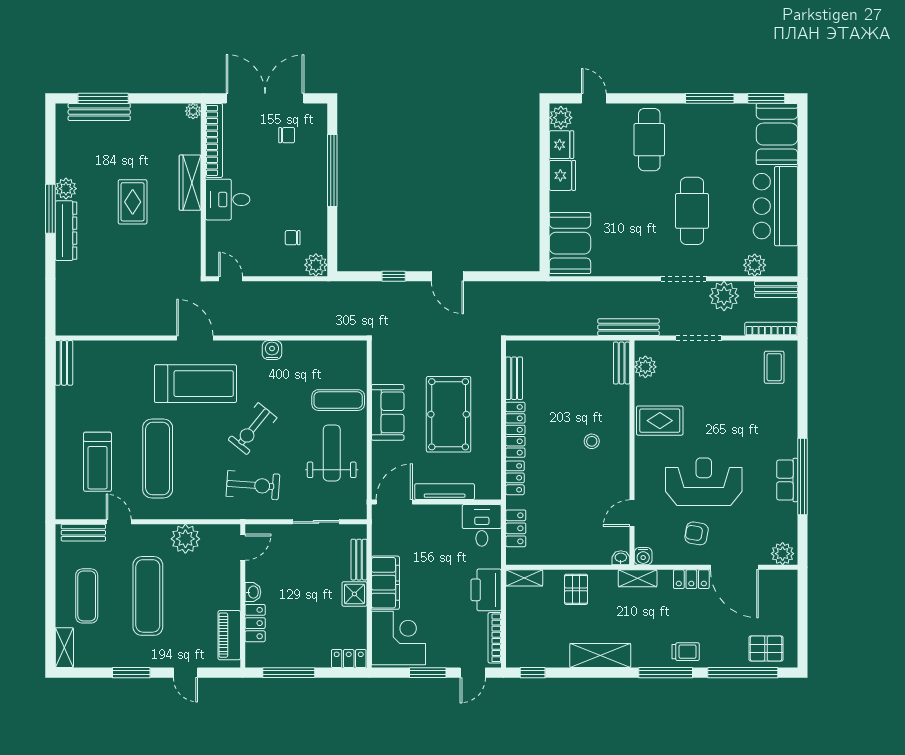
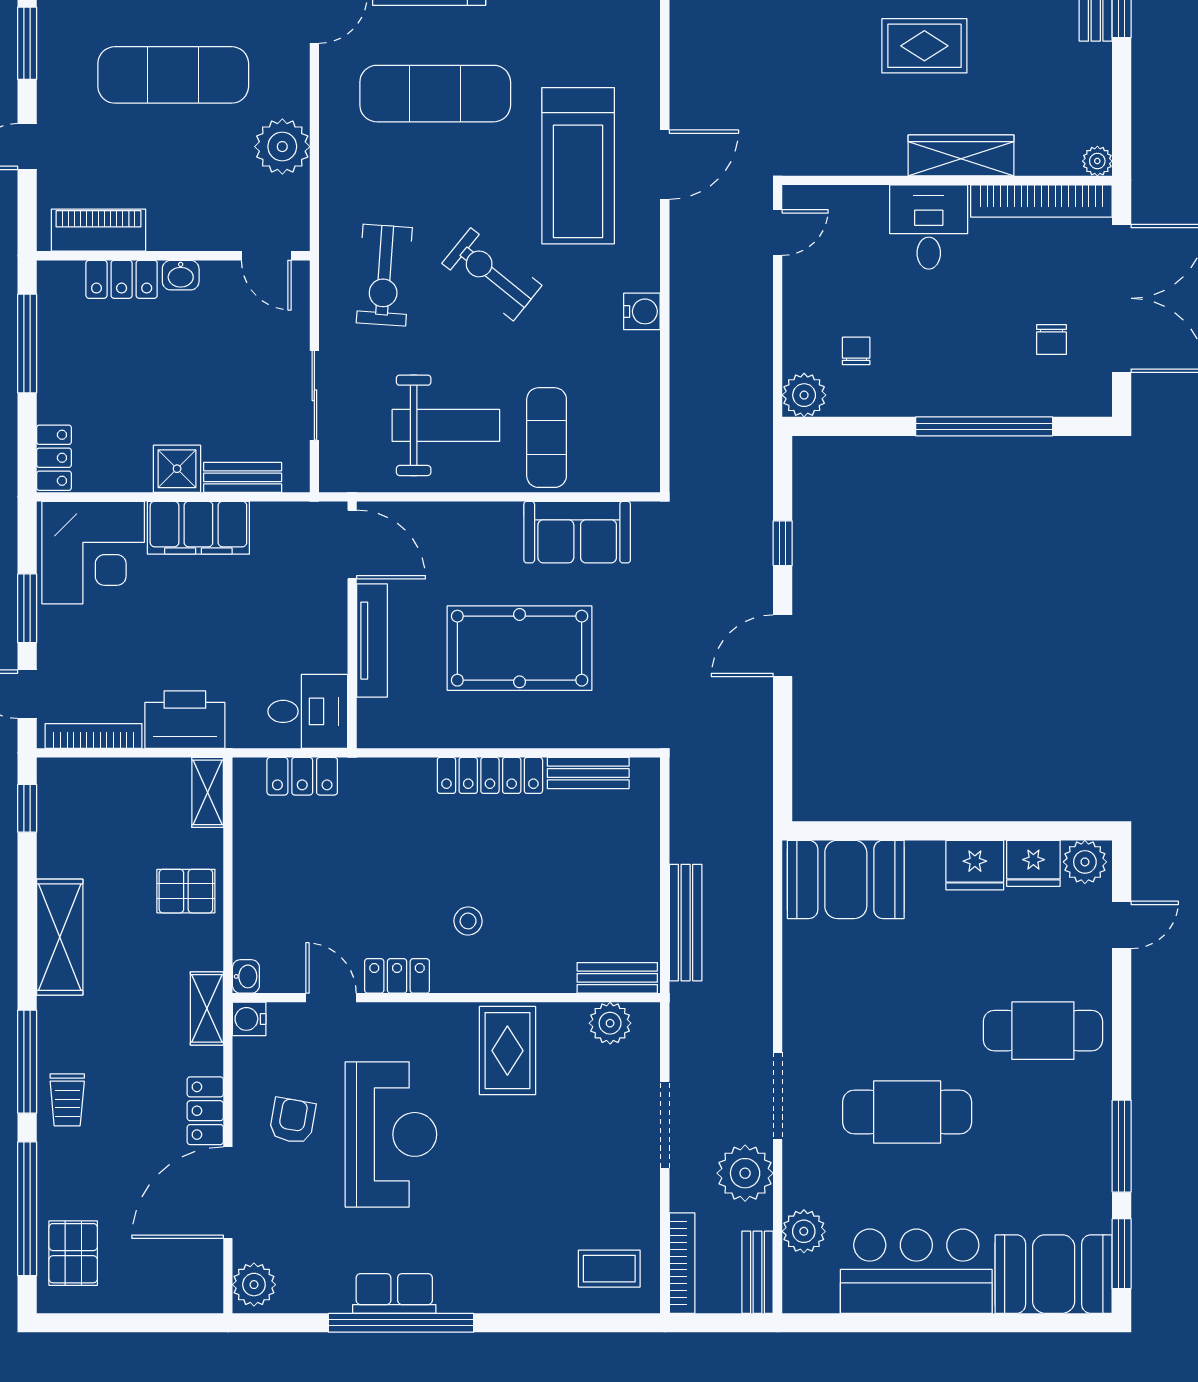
bench: (628, 327) -> (686, 923), moved
sofa: (388, 412) -> (577, 532), moved
locker: (515, 478) -> (397, 976), moved, turned 180

